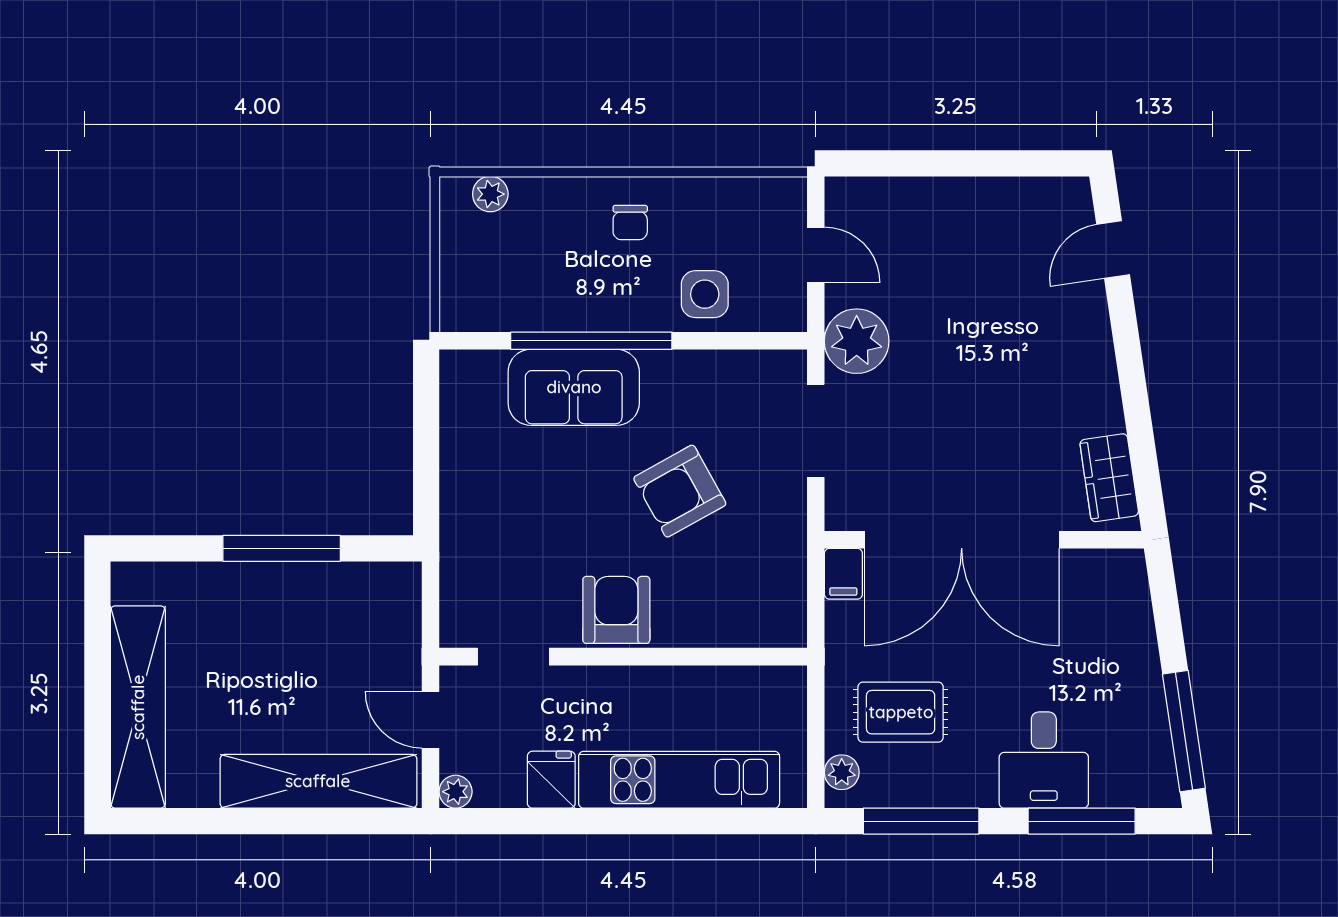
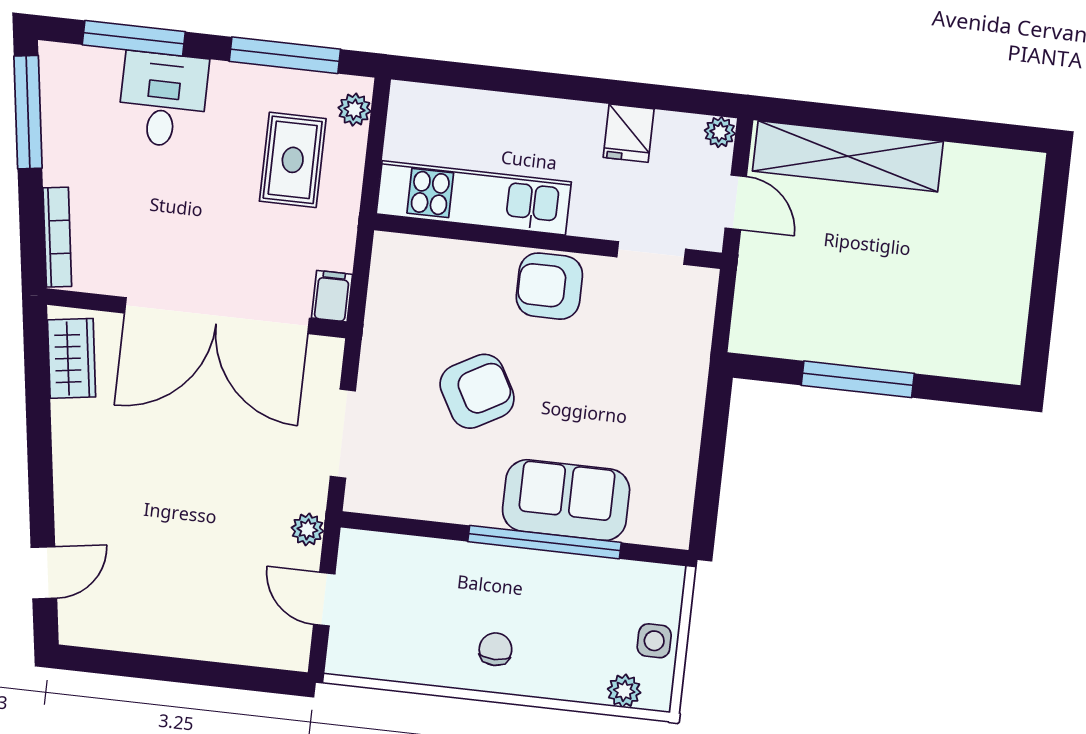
side table: (705, 294) -> (654, 641), moved, width x0.73, depth x0.73
plant: (857, 341) -> (307, 529), width x0.53, depth x0.53
double door: (962, 540) -> (217, 316), swing flipped
bookcase: (1138, 603) -> (57, 237), added
armchair: (616, 610) -> (549, 286), turned 90
shelving: (138, 707) -> (1010, 245), removed
rug: (901, 712) -> (293, 160), turned 90
kitchen unit: (679, 780) -> (474, 198), moved, turned 180

